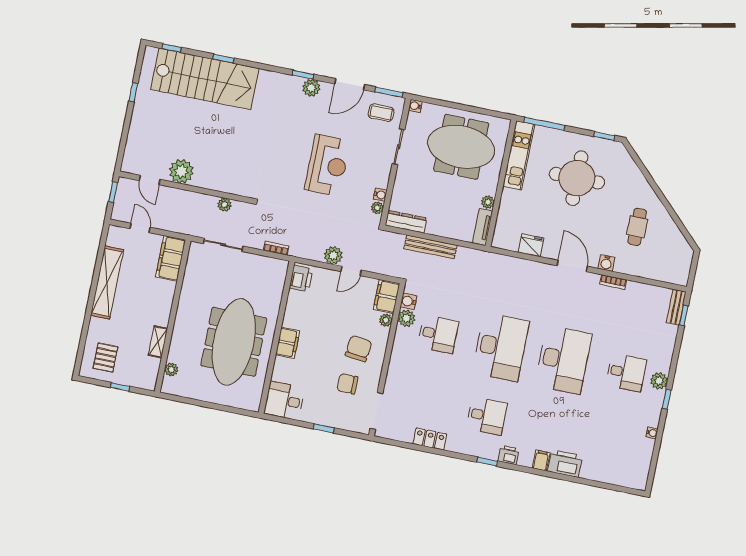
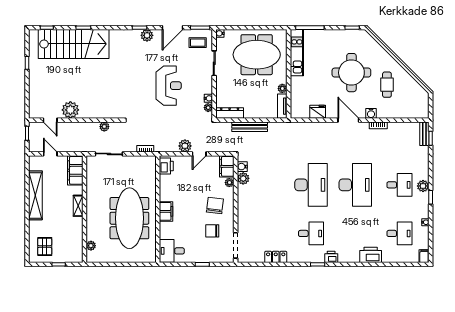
round table: (577, 178) -> (351, 73), moved
desk: (438, 334) -> (399, 233), moved
shelving: (158, 342) -> (78, 206), moved
filing cabinet: (541, 460) -> (424, 256), moved

